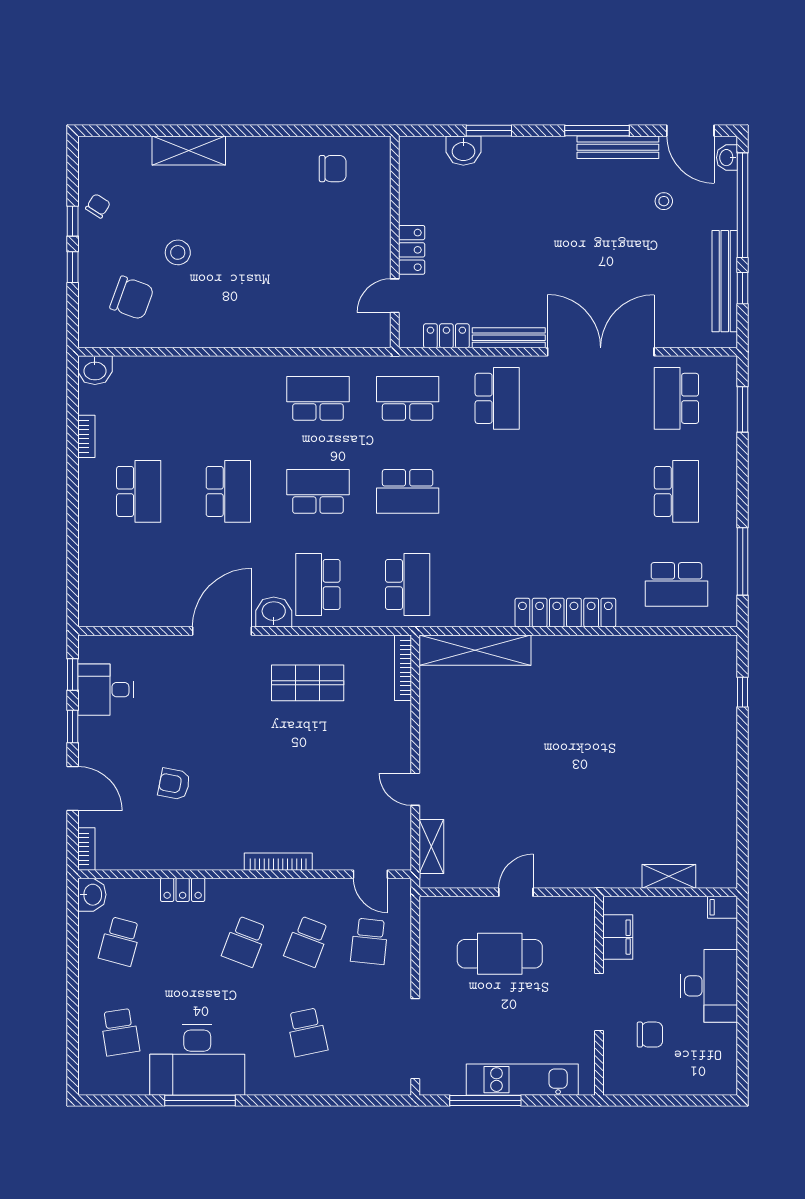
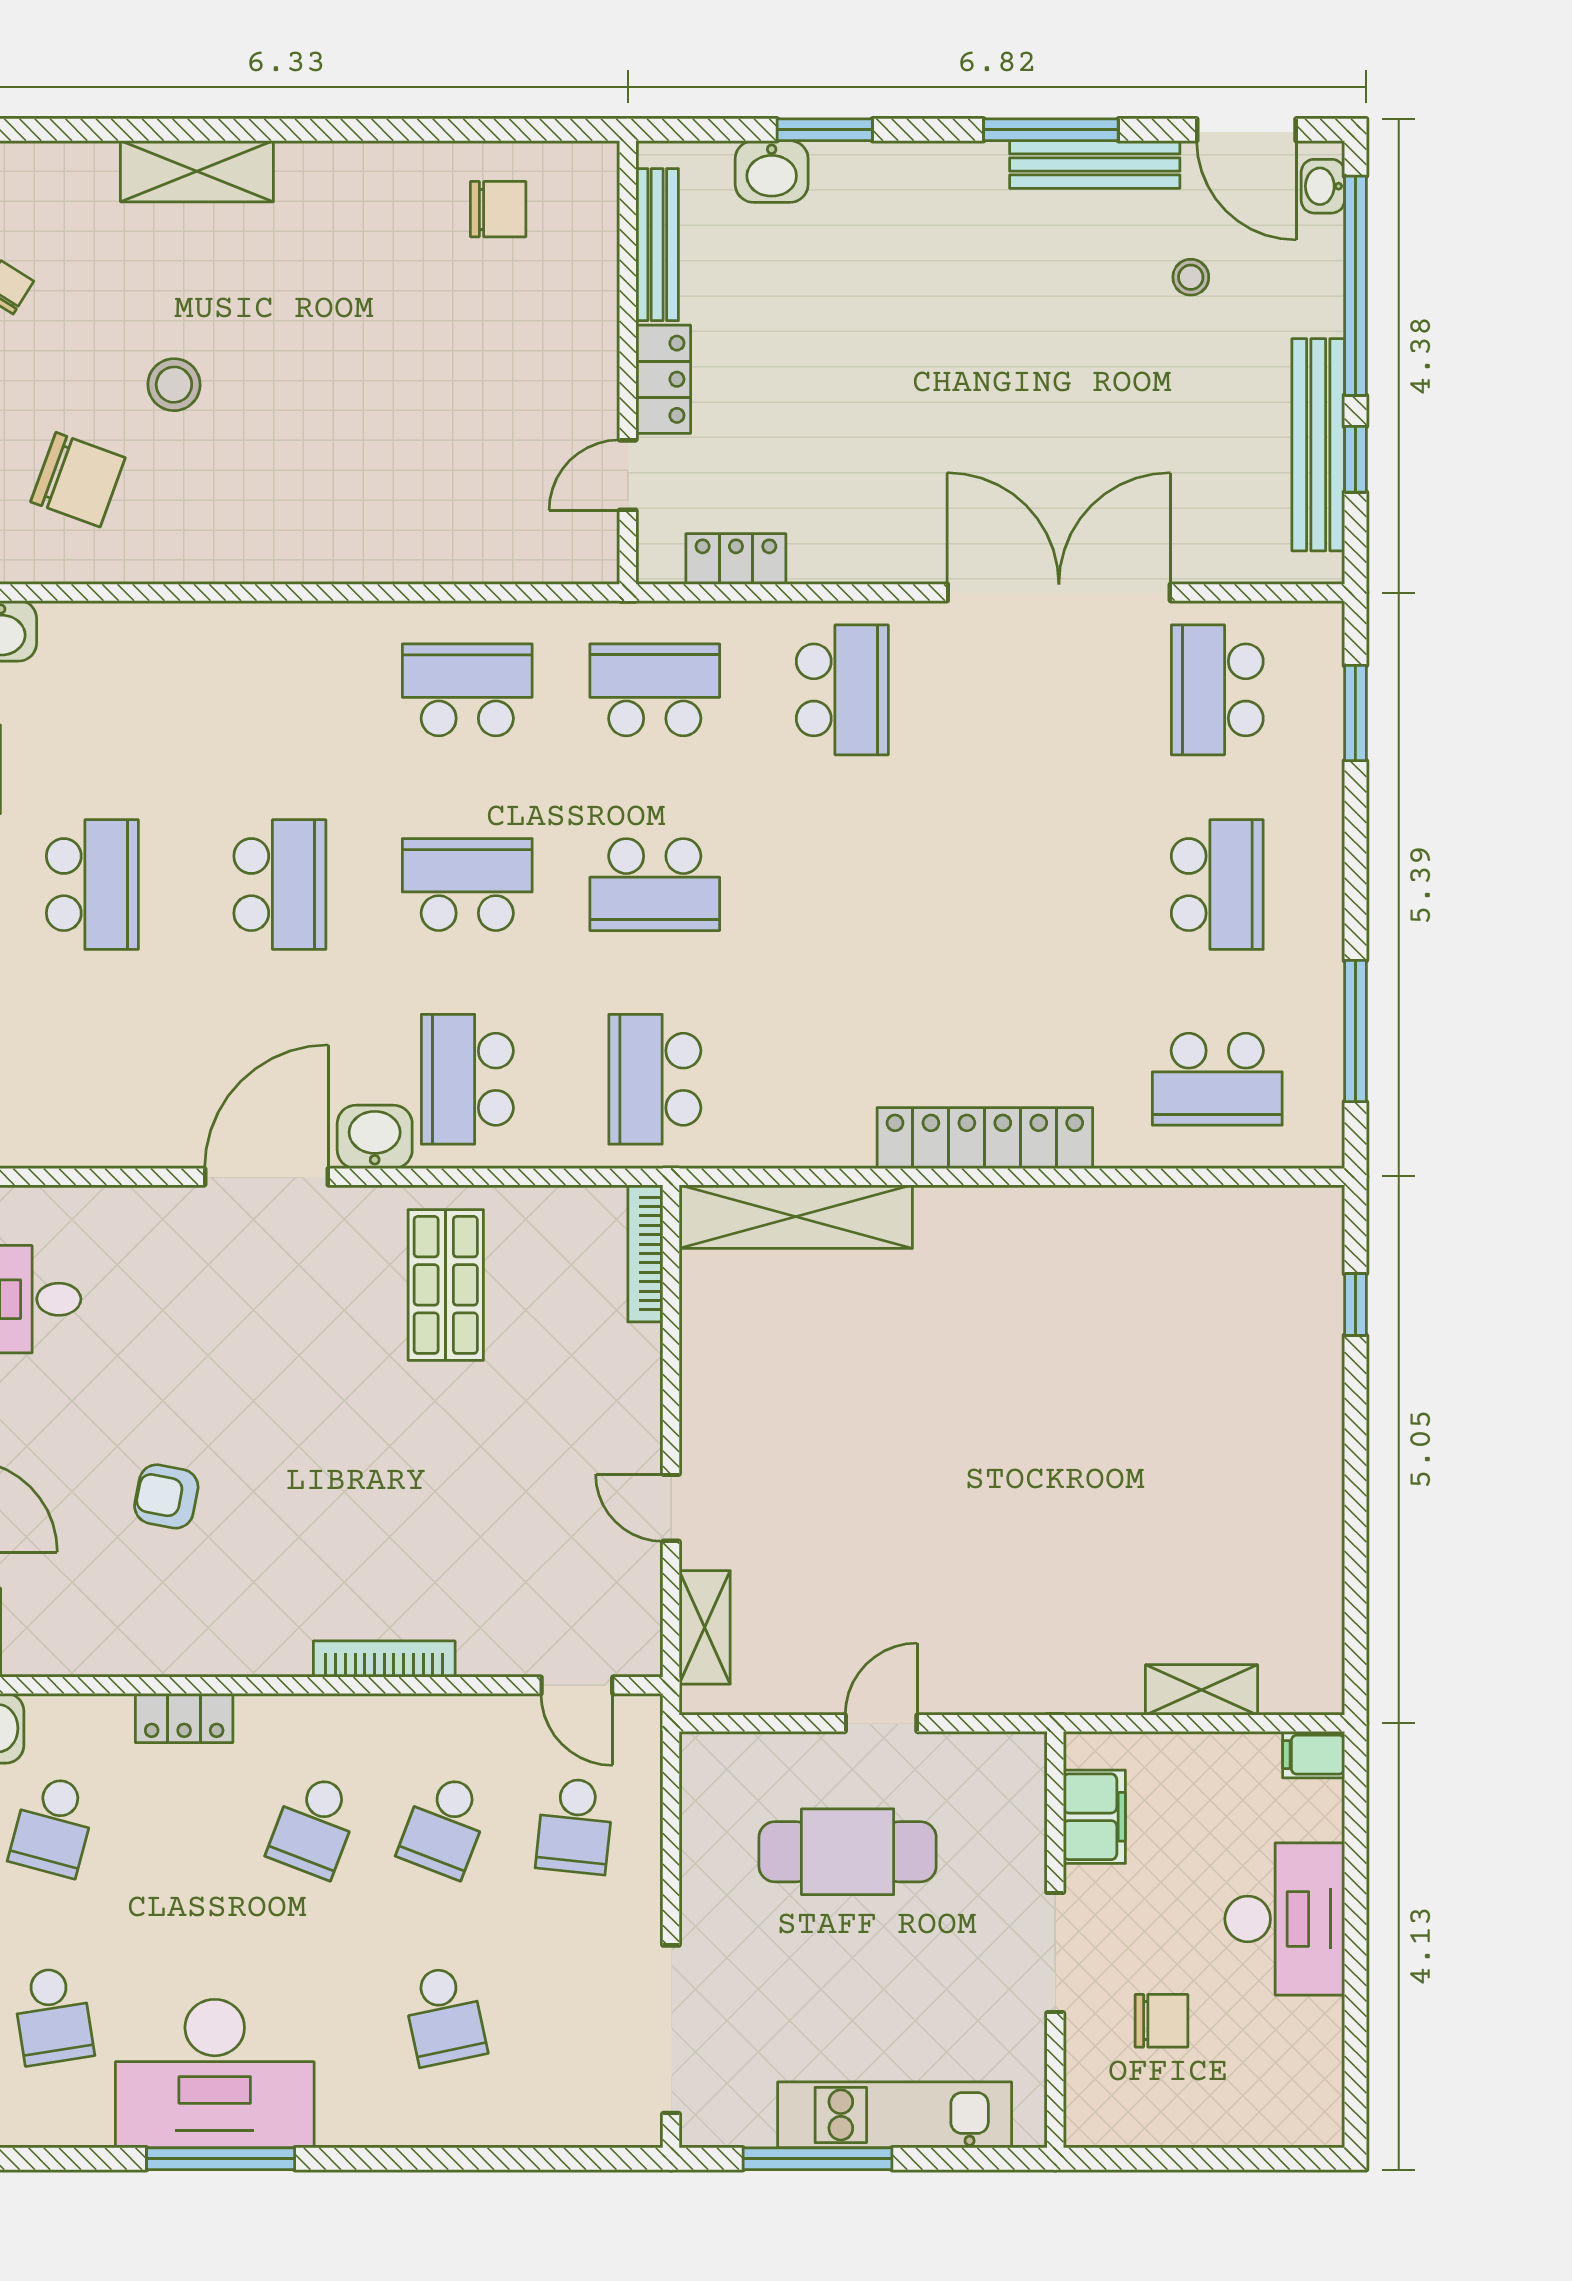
bench: (509, 338) -> (657, 245), moved, turned 90
school desk: (408, 584) -> (655, 1079), turned 180
shop shelf: (308, 683) -> (446, 1285), turned 90

